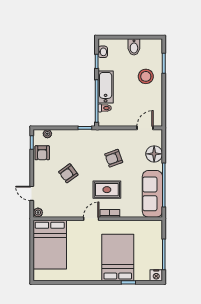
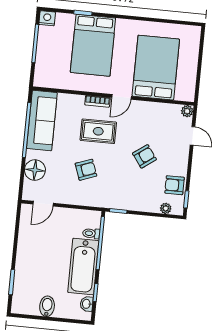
stool: (146, 76) -> (36, 268), removed
bathtub: (106, 87) -> (83, 267), width x1.36, depth x1.36
armchair: (42, 153) -> (175, 185), turned -90
bed: (50, 245) -> (156, 68), moved

